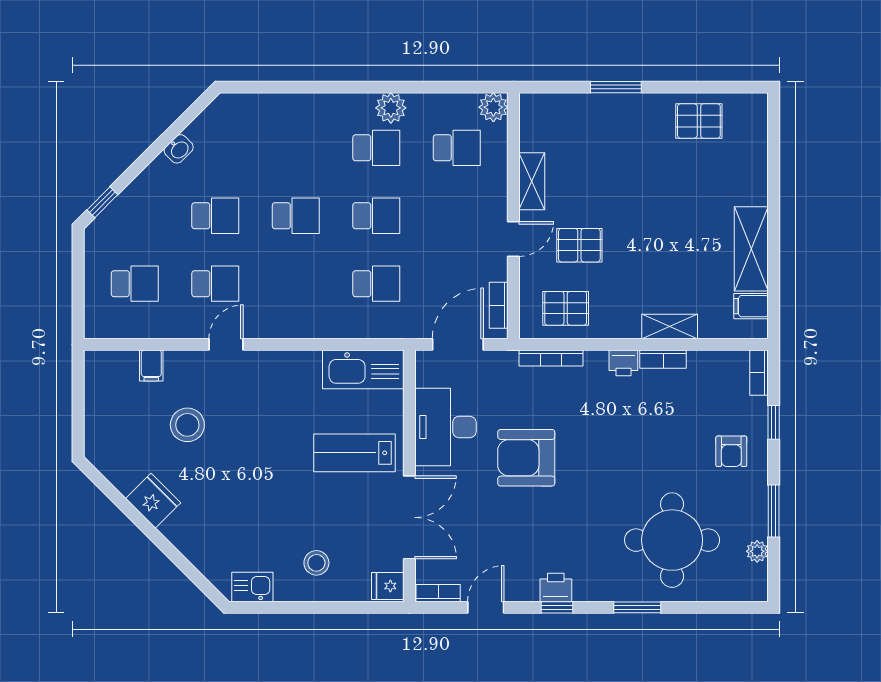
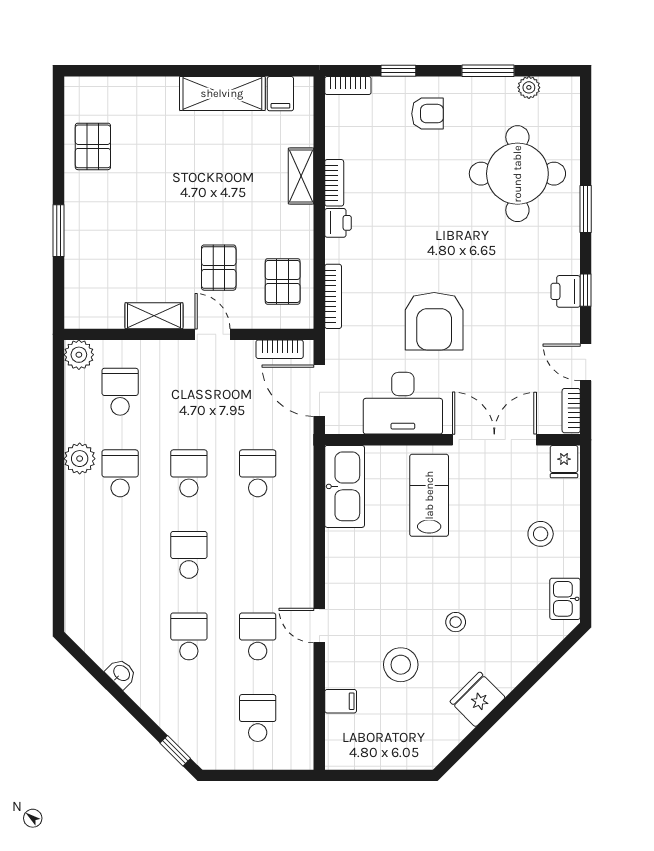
lab bench: (355, 453) -> (429, 495), turned 180
stool: (229, 479) -> (456, 622), added

